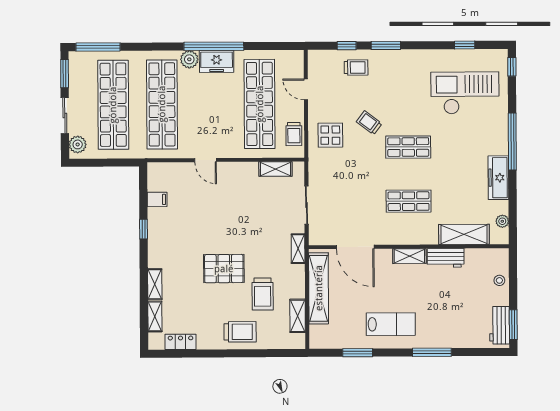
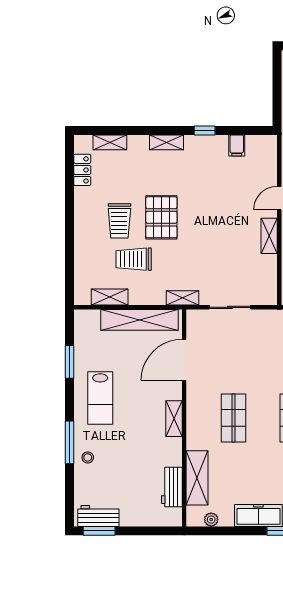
shelving: (275, 169) -> (269, 236), moved
workbench: (446, 258) -> (172, 487), moved
stool: (499, 280) -> (88, 457), moved
shelving: (155, 284) -> (166, 142), moved
trolley: (240, 332) -> (119, 221), moved

